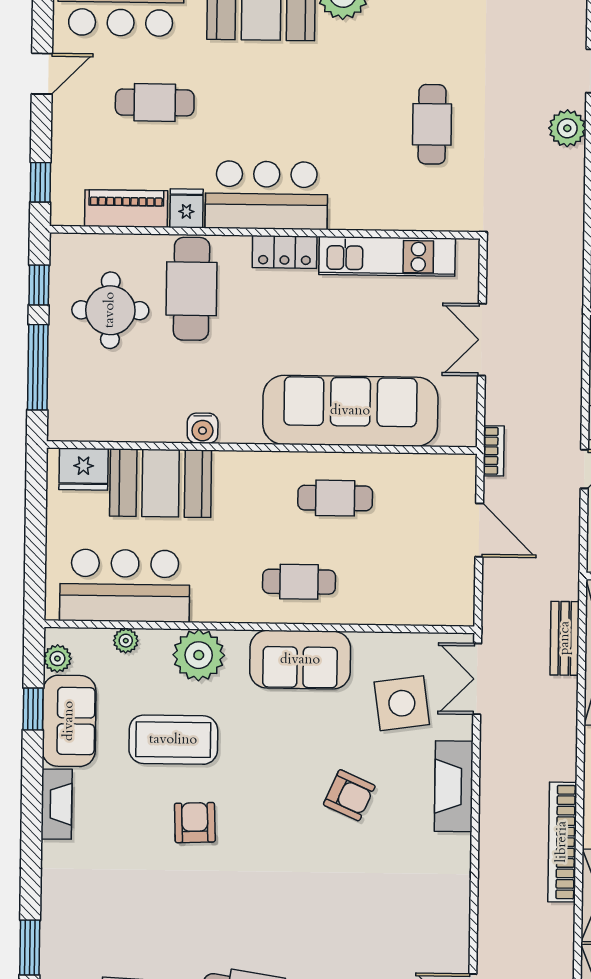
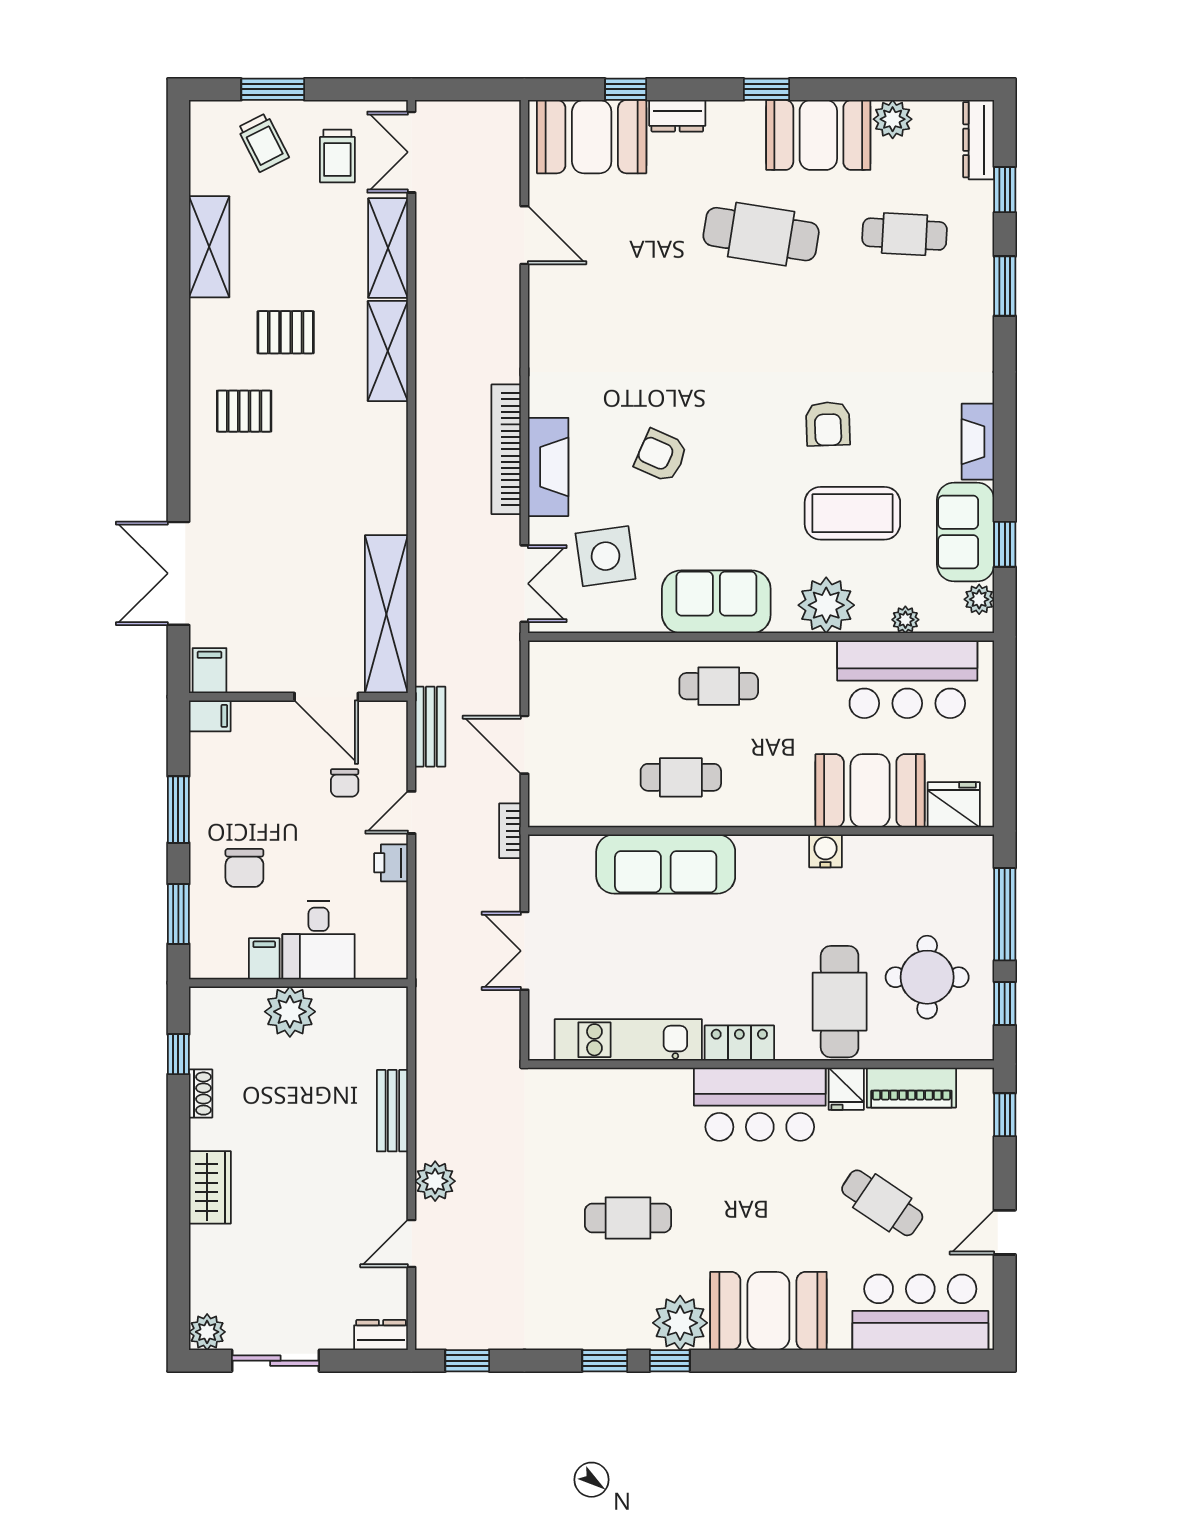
cafe table: (155, 102) -> (882, 1203), turned 34
cafe table: (432, 124) -> (628, 1218), moved, turned 90
double door: (482, 340) -> (524, 951), swing flipped
sofa: (350, 411) -> (666, 864), width x0.74, depth x0.79
bench: (565, 638) -> (430, 727), moved
bookcase: (562, 842) -> (506, 449), moved, turned 180

